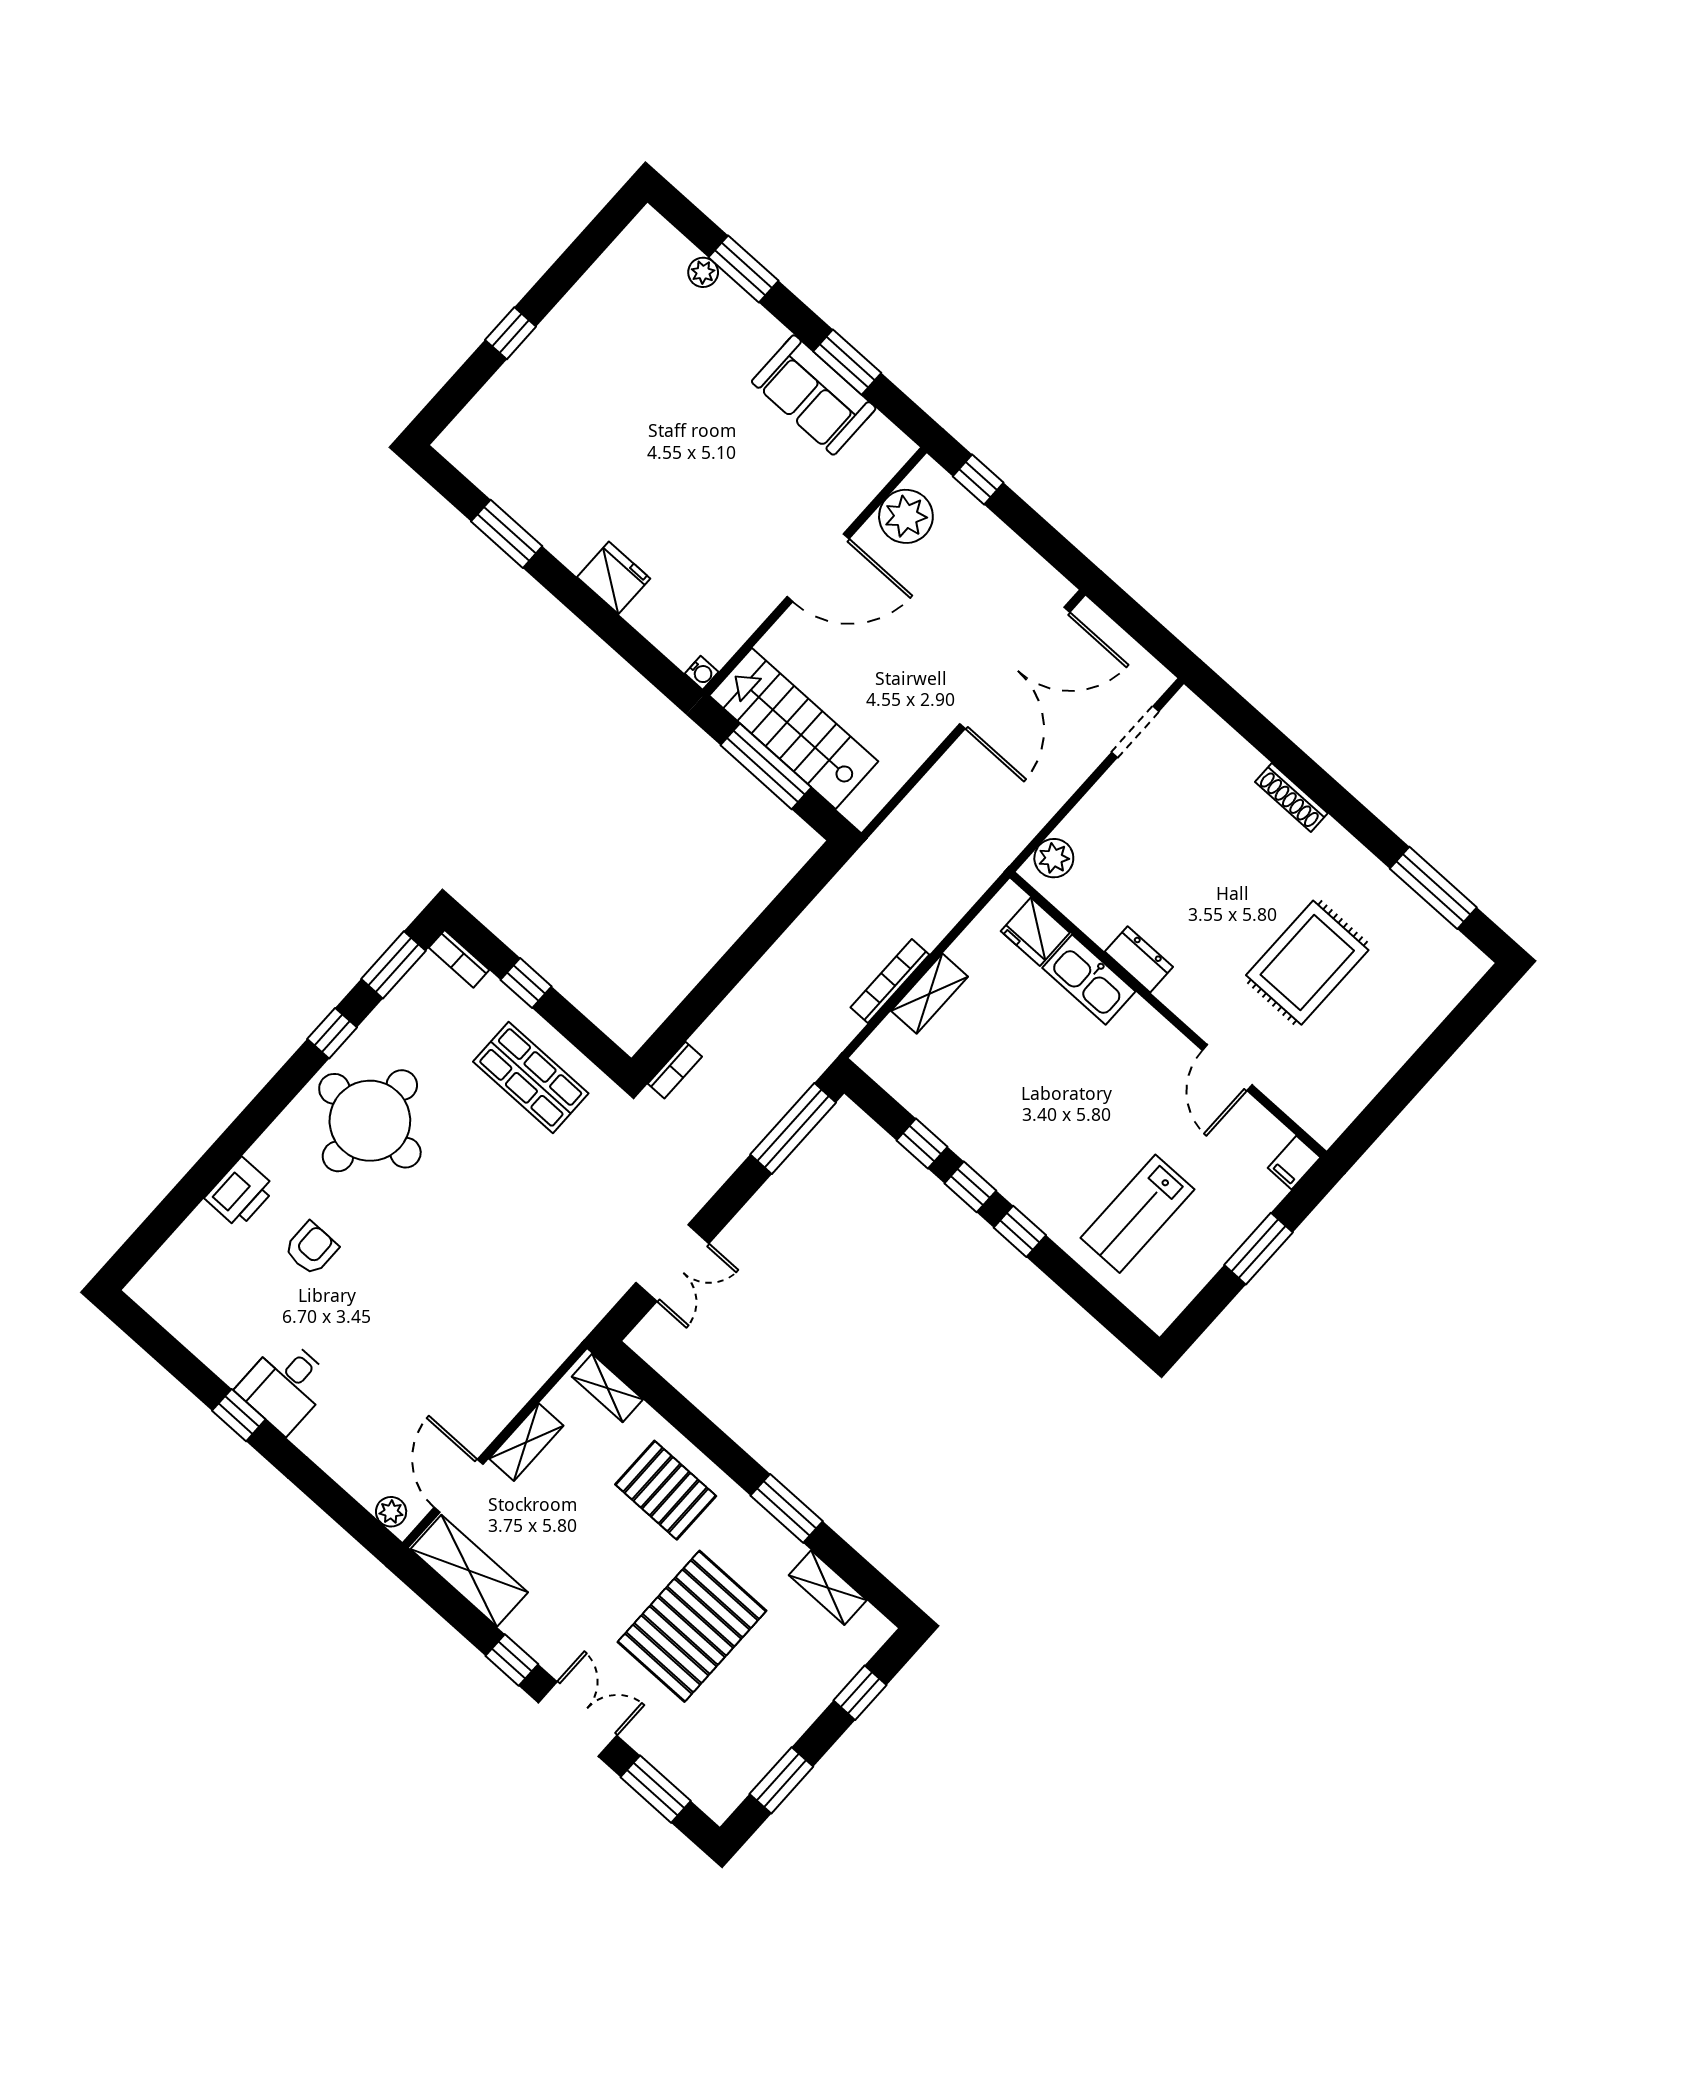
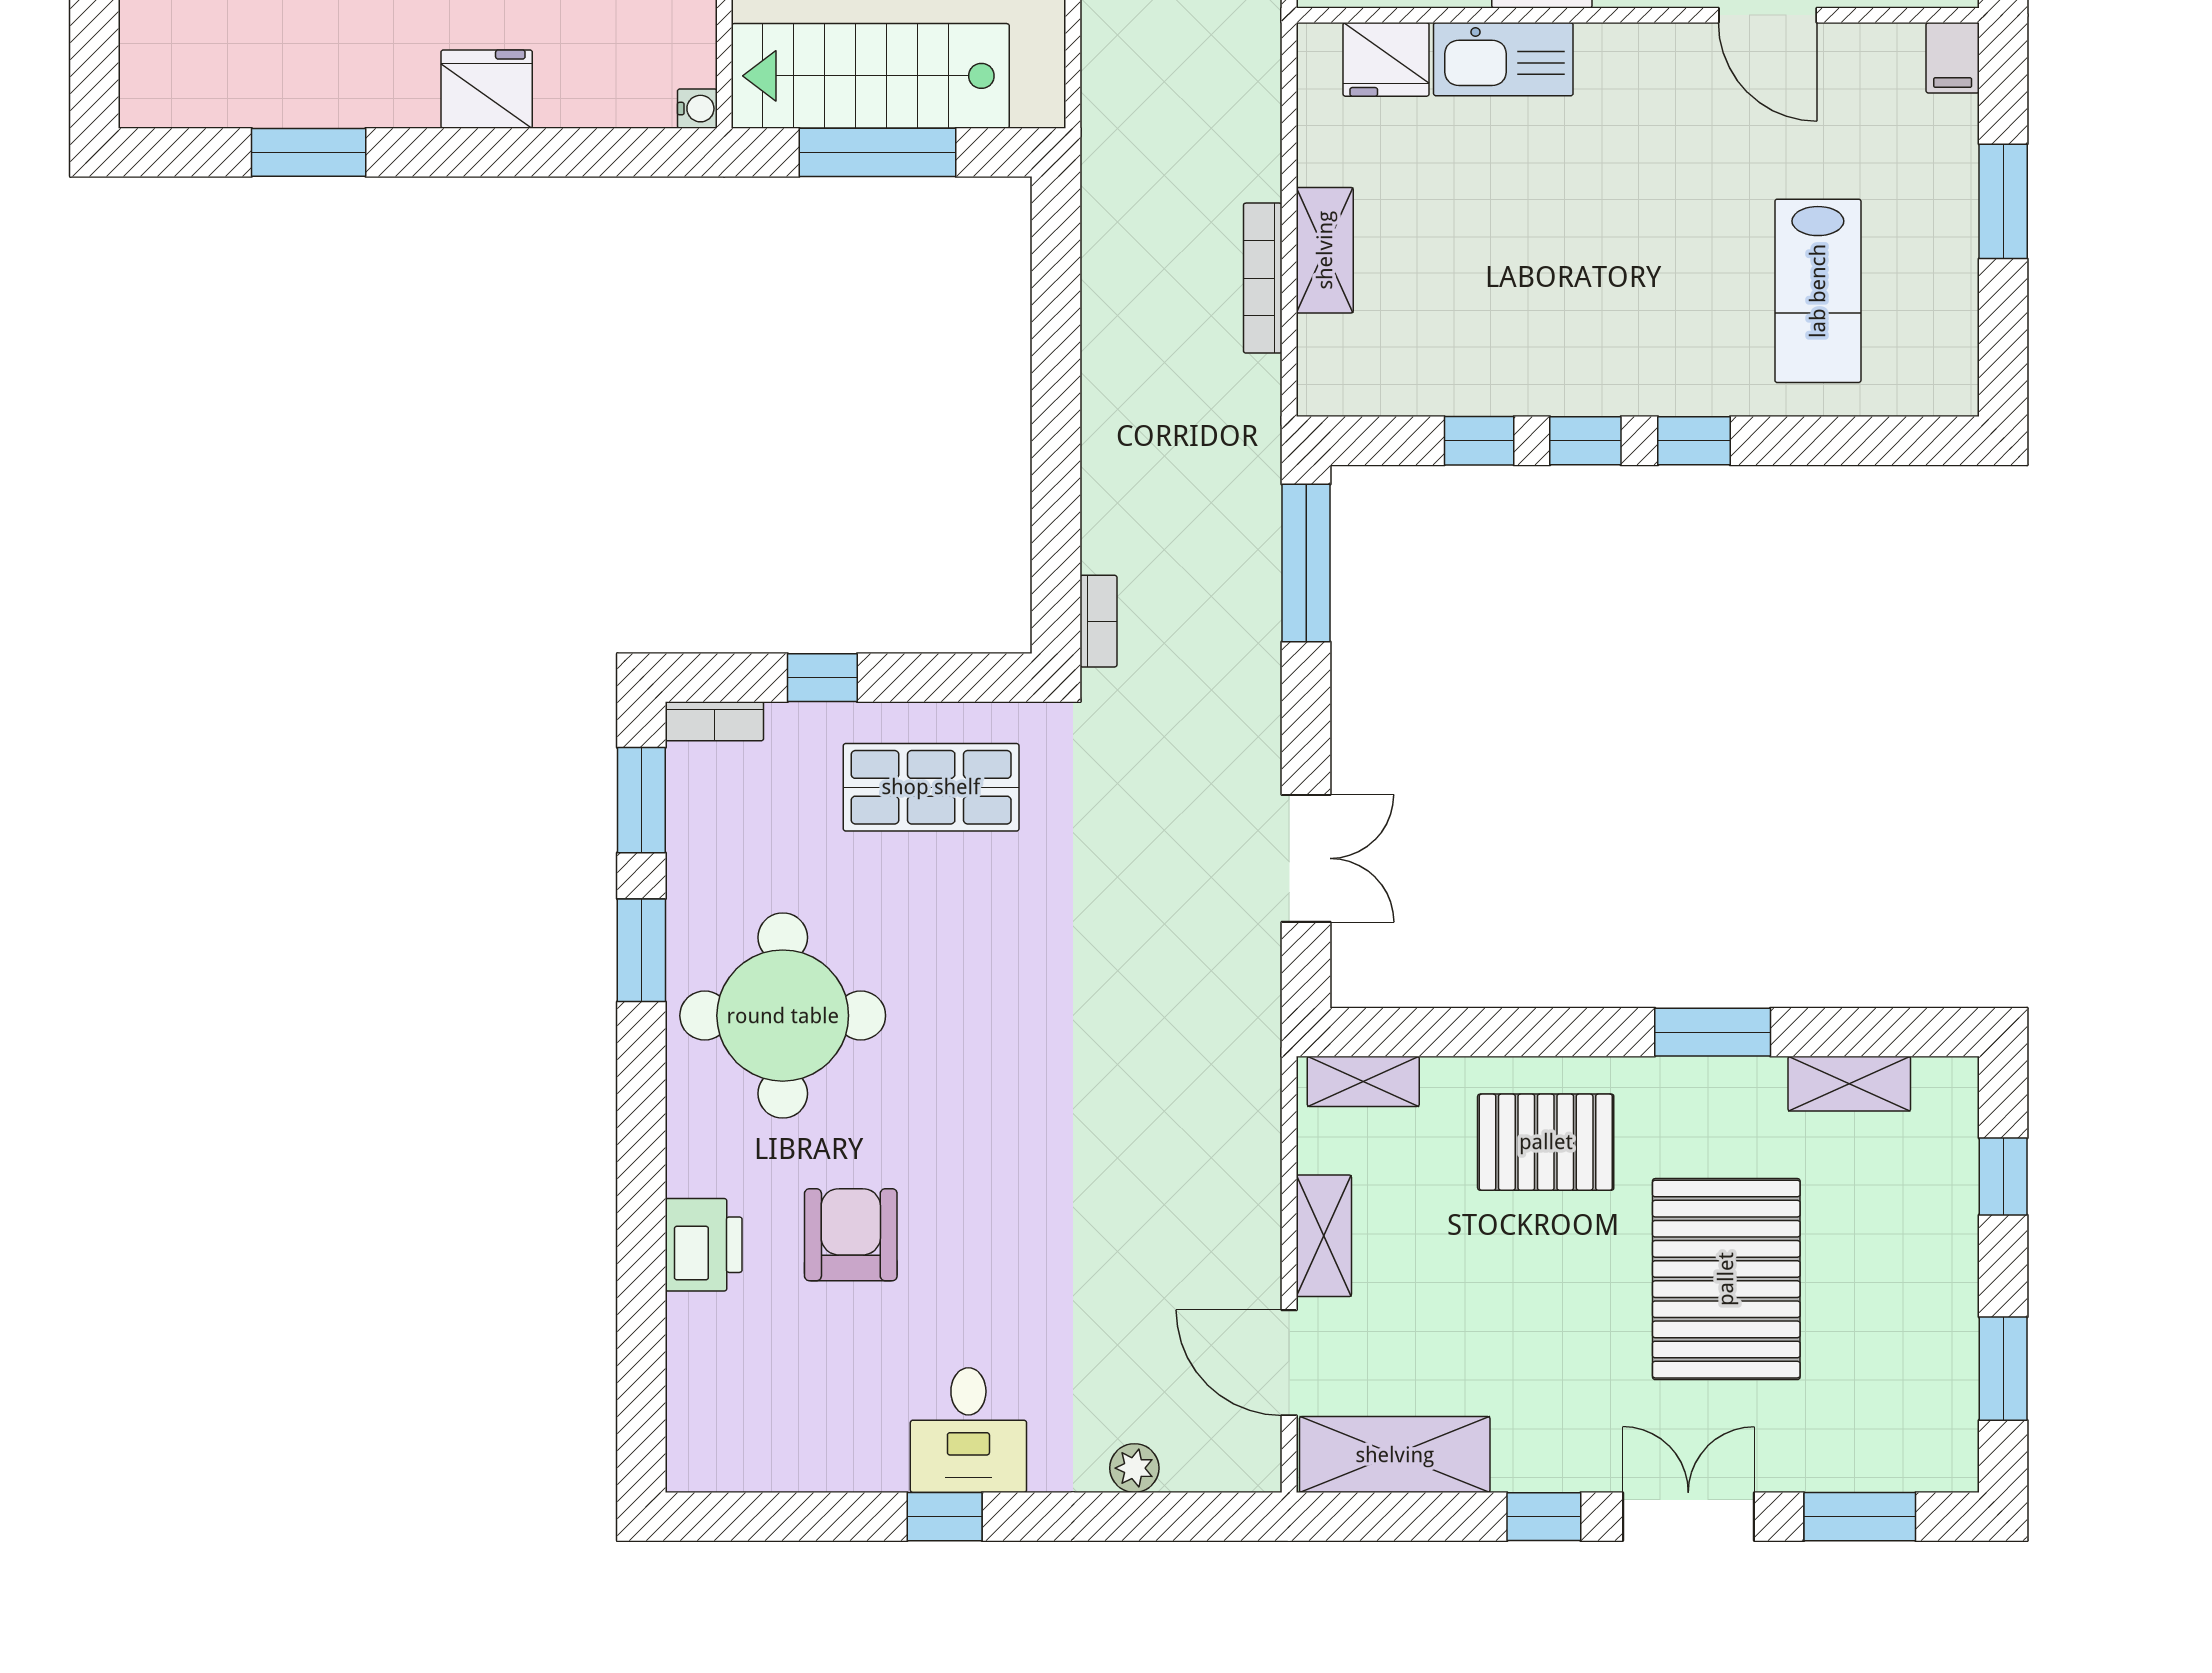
window: (332, 1033) -> (641, 950), width x1.50
armchair: (311, 1248) -> (851, 1235), width x1.38, depth x1.38
plant: (391, 1512) -> (1134, 1468), moved

